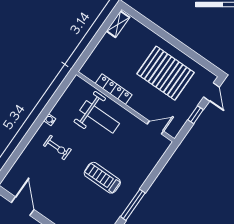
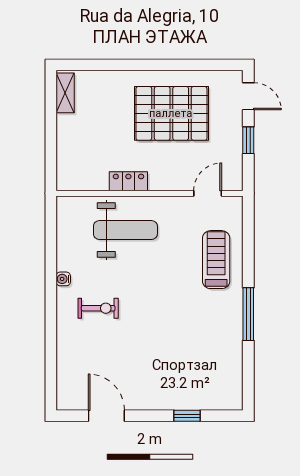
locker: (114, 89) -> (128, 181), width x0.66
treadmill: (102, 178) -> (216, 260), moved, turned 90

